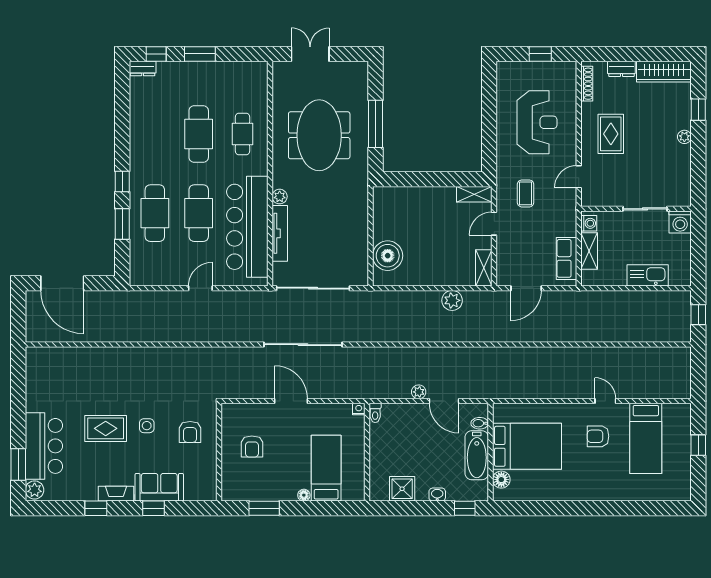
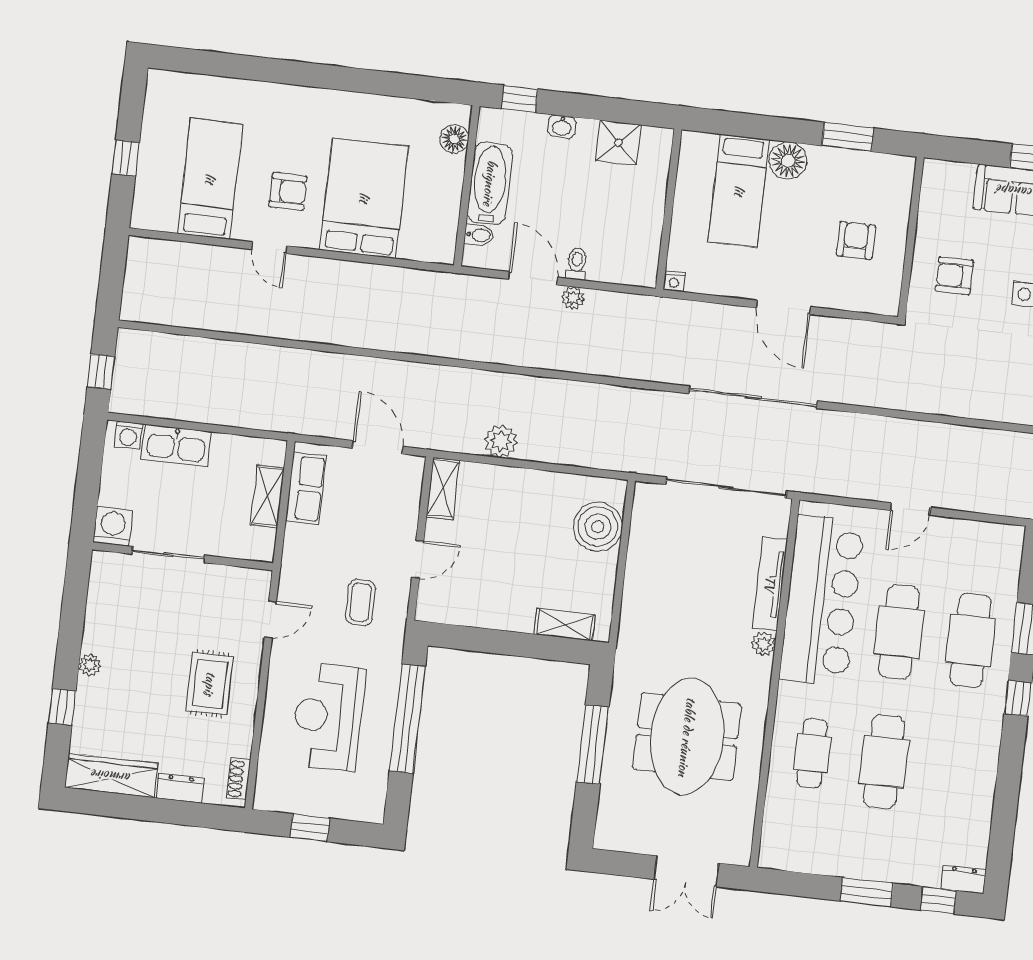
shoe rack: (587, 84) -> (239, 779), width x0.70
window: (489, 127) -> (407, 719), added
shelving: (474, 194) -> (565, 625), moved
washing machine: (589, 223) -> (128, 435), moved, turned -90
door: (526, 288) -> (378, 447), hinge flipped
toilet: (375, 413) -> (577, 264), moved
armchair: (190, 432) -> (954, 276), turned -90
bed: (527, 446) -> (364, 198), moved, turned 90
floor lamp: (304, 495) -> (788, 161), width x1.89, depth x1.89

